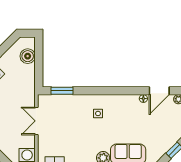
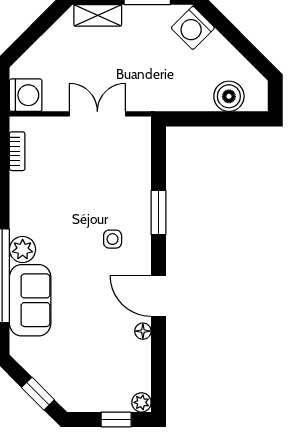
window: (62, 91) -> (159, 213), moved
door: (159, 91) -> (159, 296), moved

